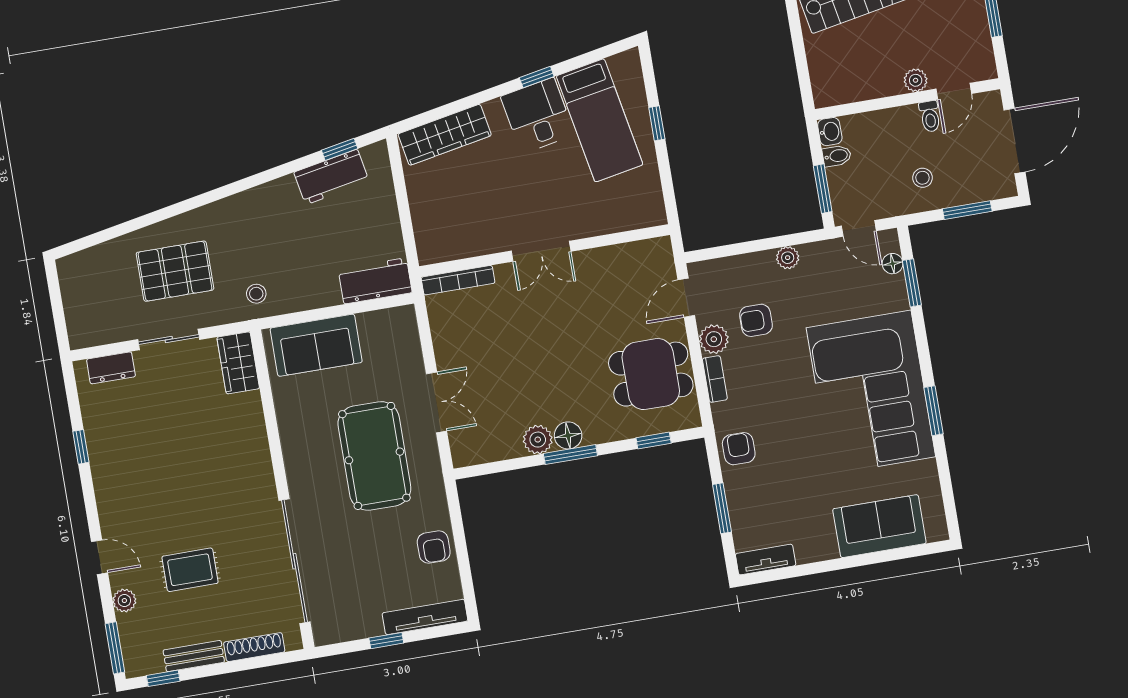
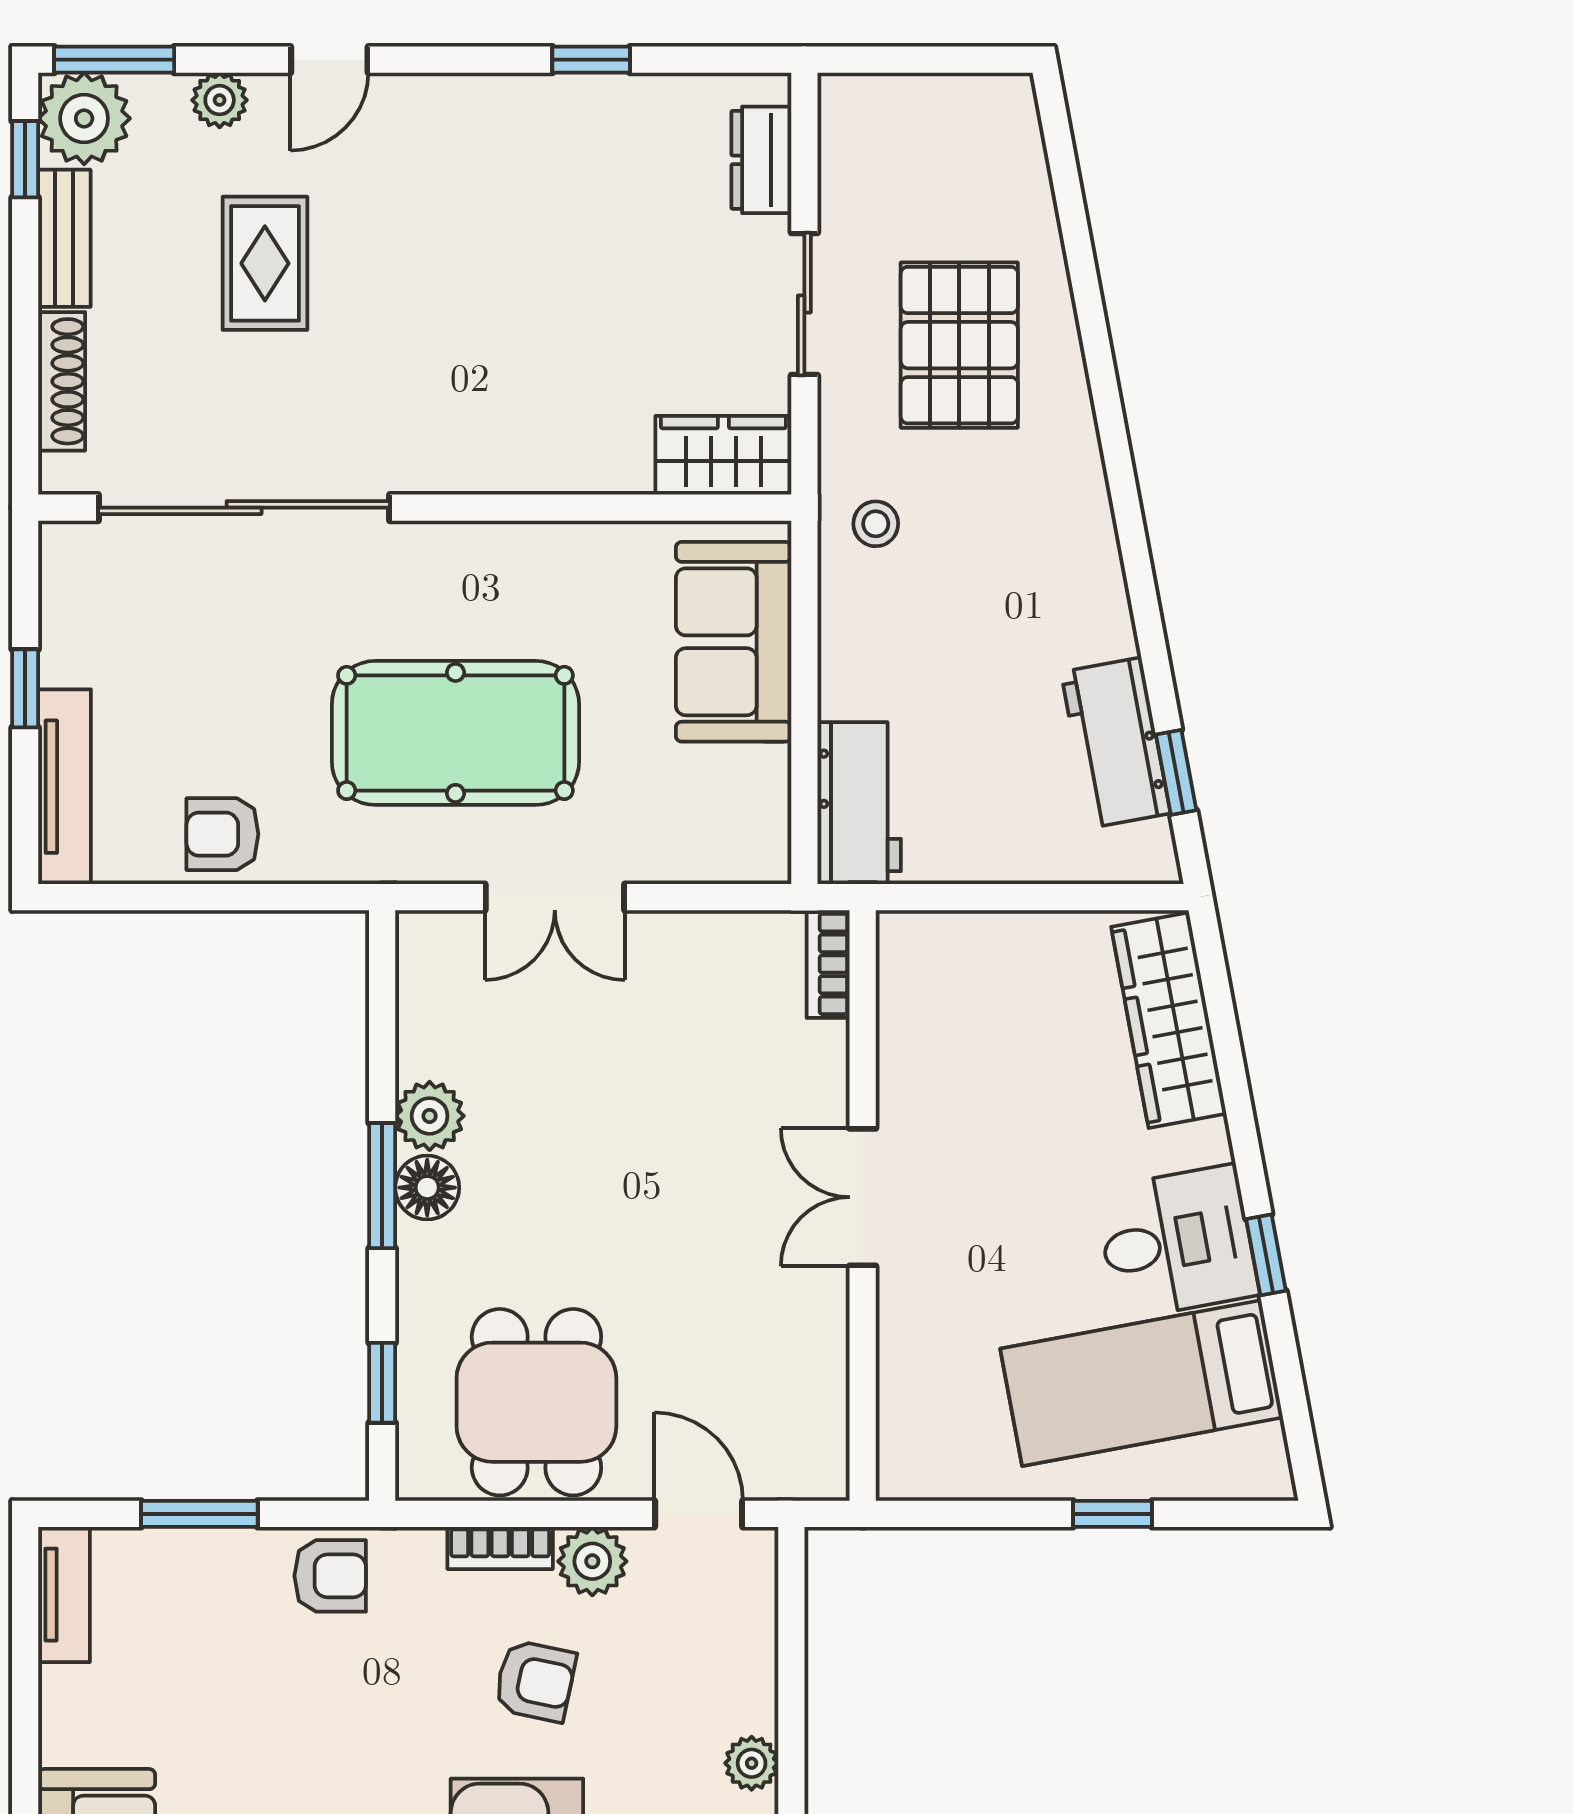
bookcase: (458, 280) -> (828, 964), width x0.64
armchair: (756, 320) -> (535, 1681), moved, turned 102
plant: (142, 656) -> (84, 118), added

